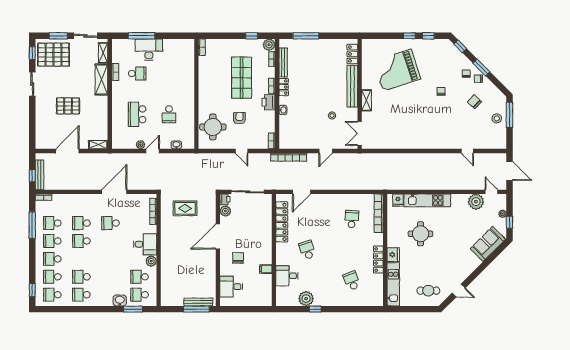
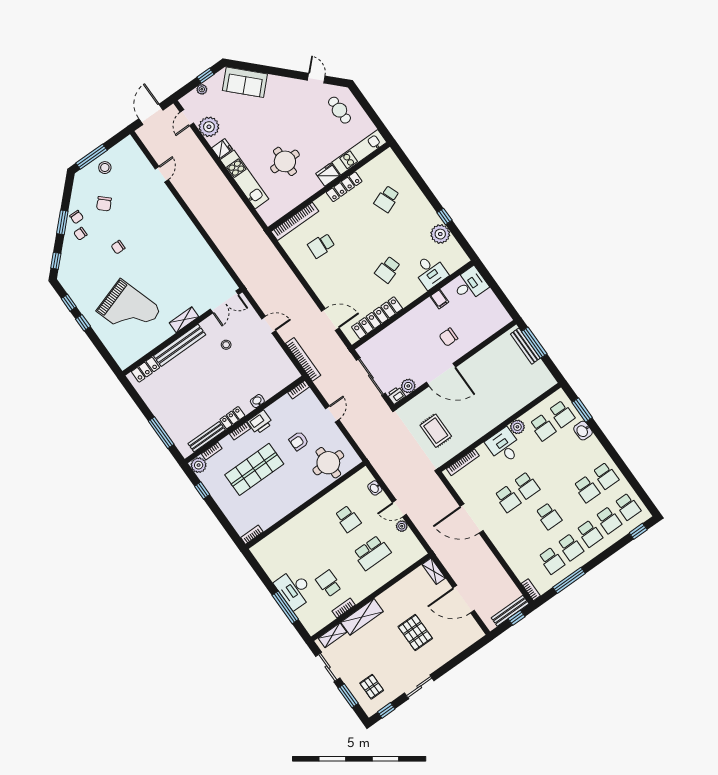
pallet: (53, 55) -> (372, 687), width x0.49, depth x0.50
school desk: (169, 114) -> (348, 519), turned 90
fridge: (398, 200) -> (222, 149), moved
school desk: (81, 223) -> (527, 485), moved
desk: (231, 287) -> (470, 284), moved, turned -90

